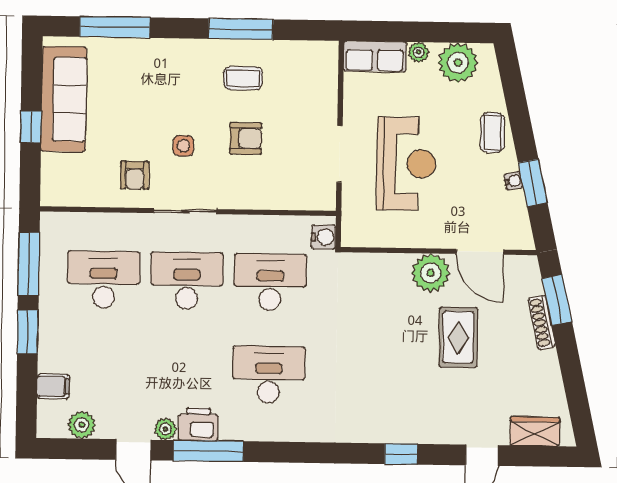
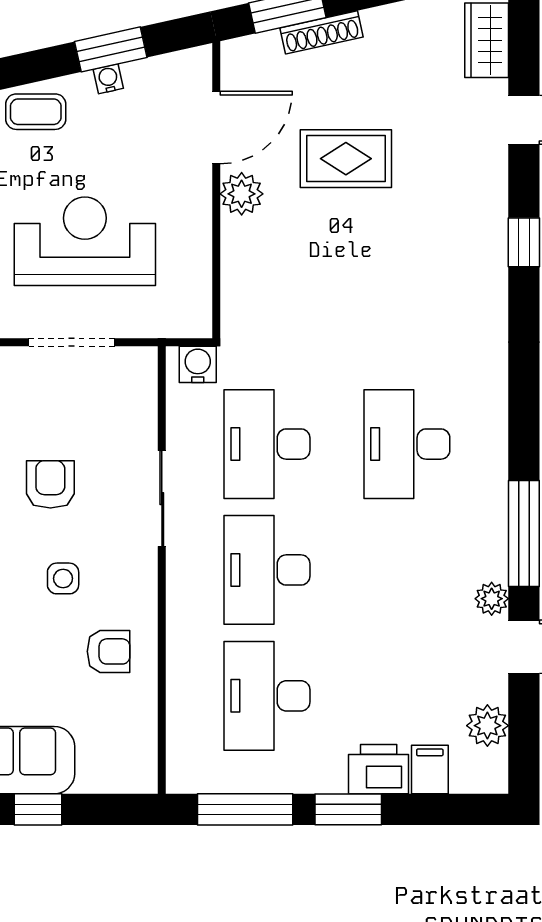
sliding door: (185, 211) -> (162, 499), moved
plant: (431, 273) -> (242, 194), width x0.73, depth x0.73
printer: (198, 424) -> (379, 769), moved, turned 90

